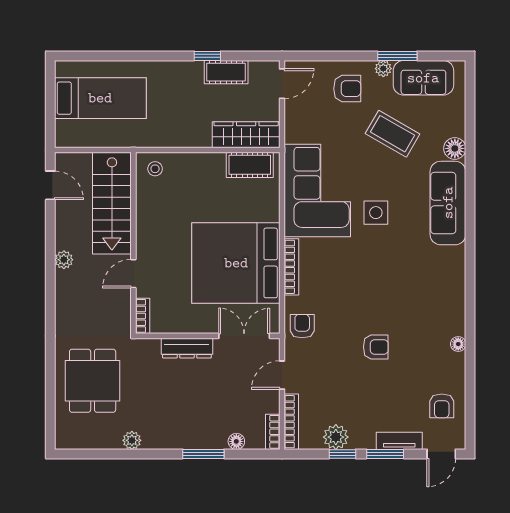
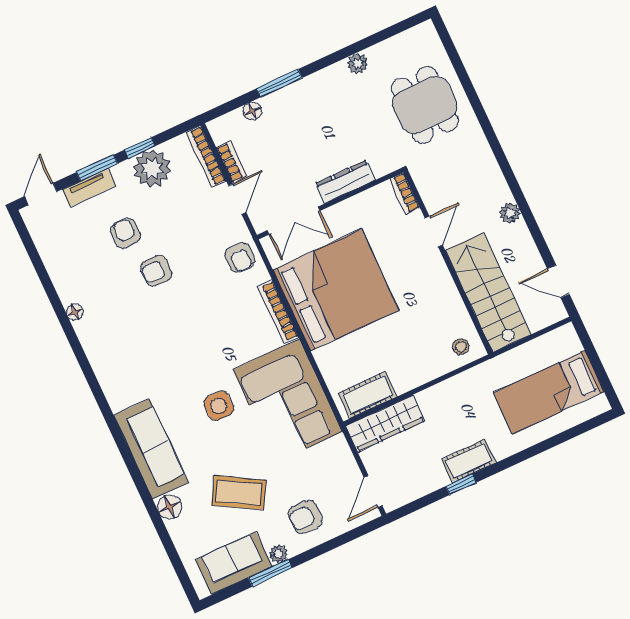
cot: (226, 72) -> (469, 461), moved
armchair: (442, 406) -> (125, 233), moved
bookcase: (273, 432) -> (231, 162), moved
plant: (336, 437) -> (152, 168), width x1.36, depth x1.36

